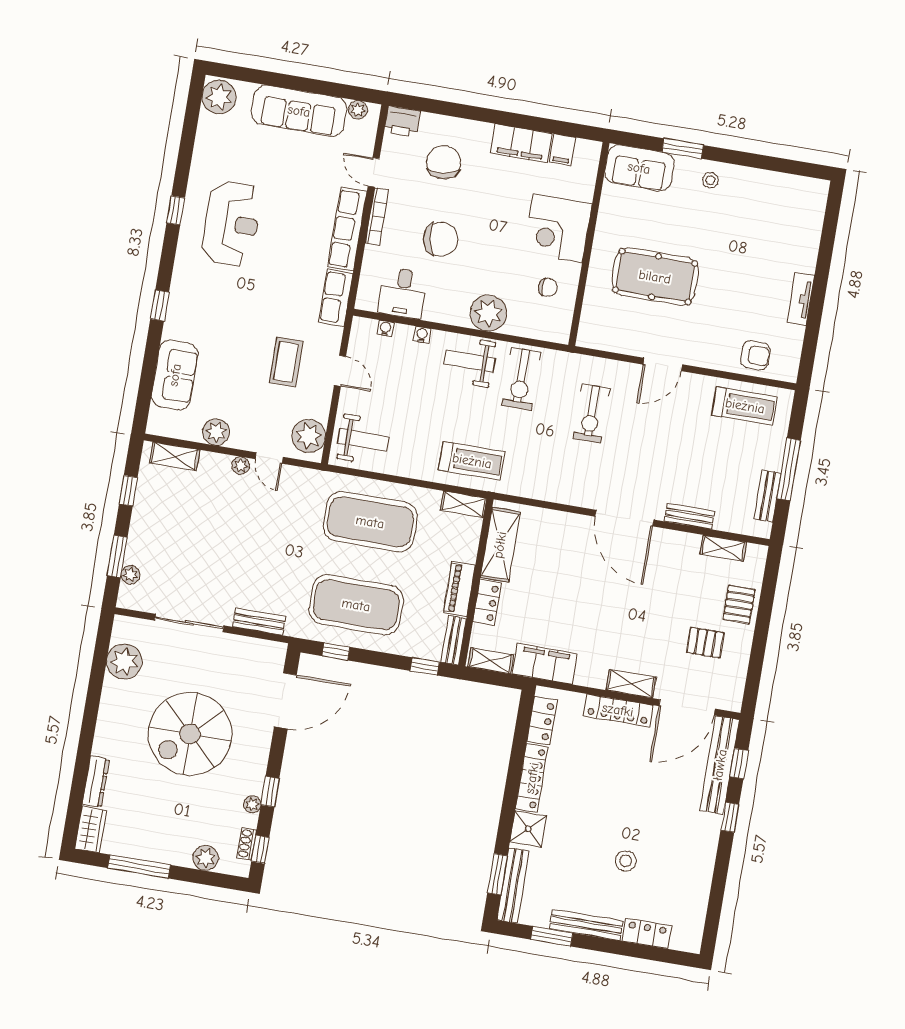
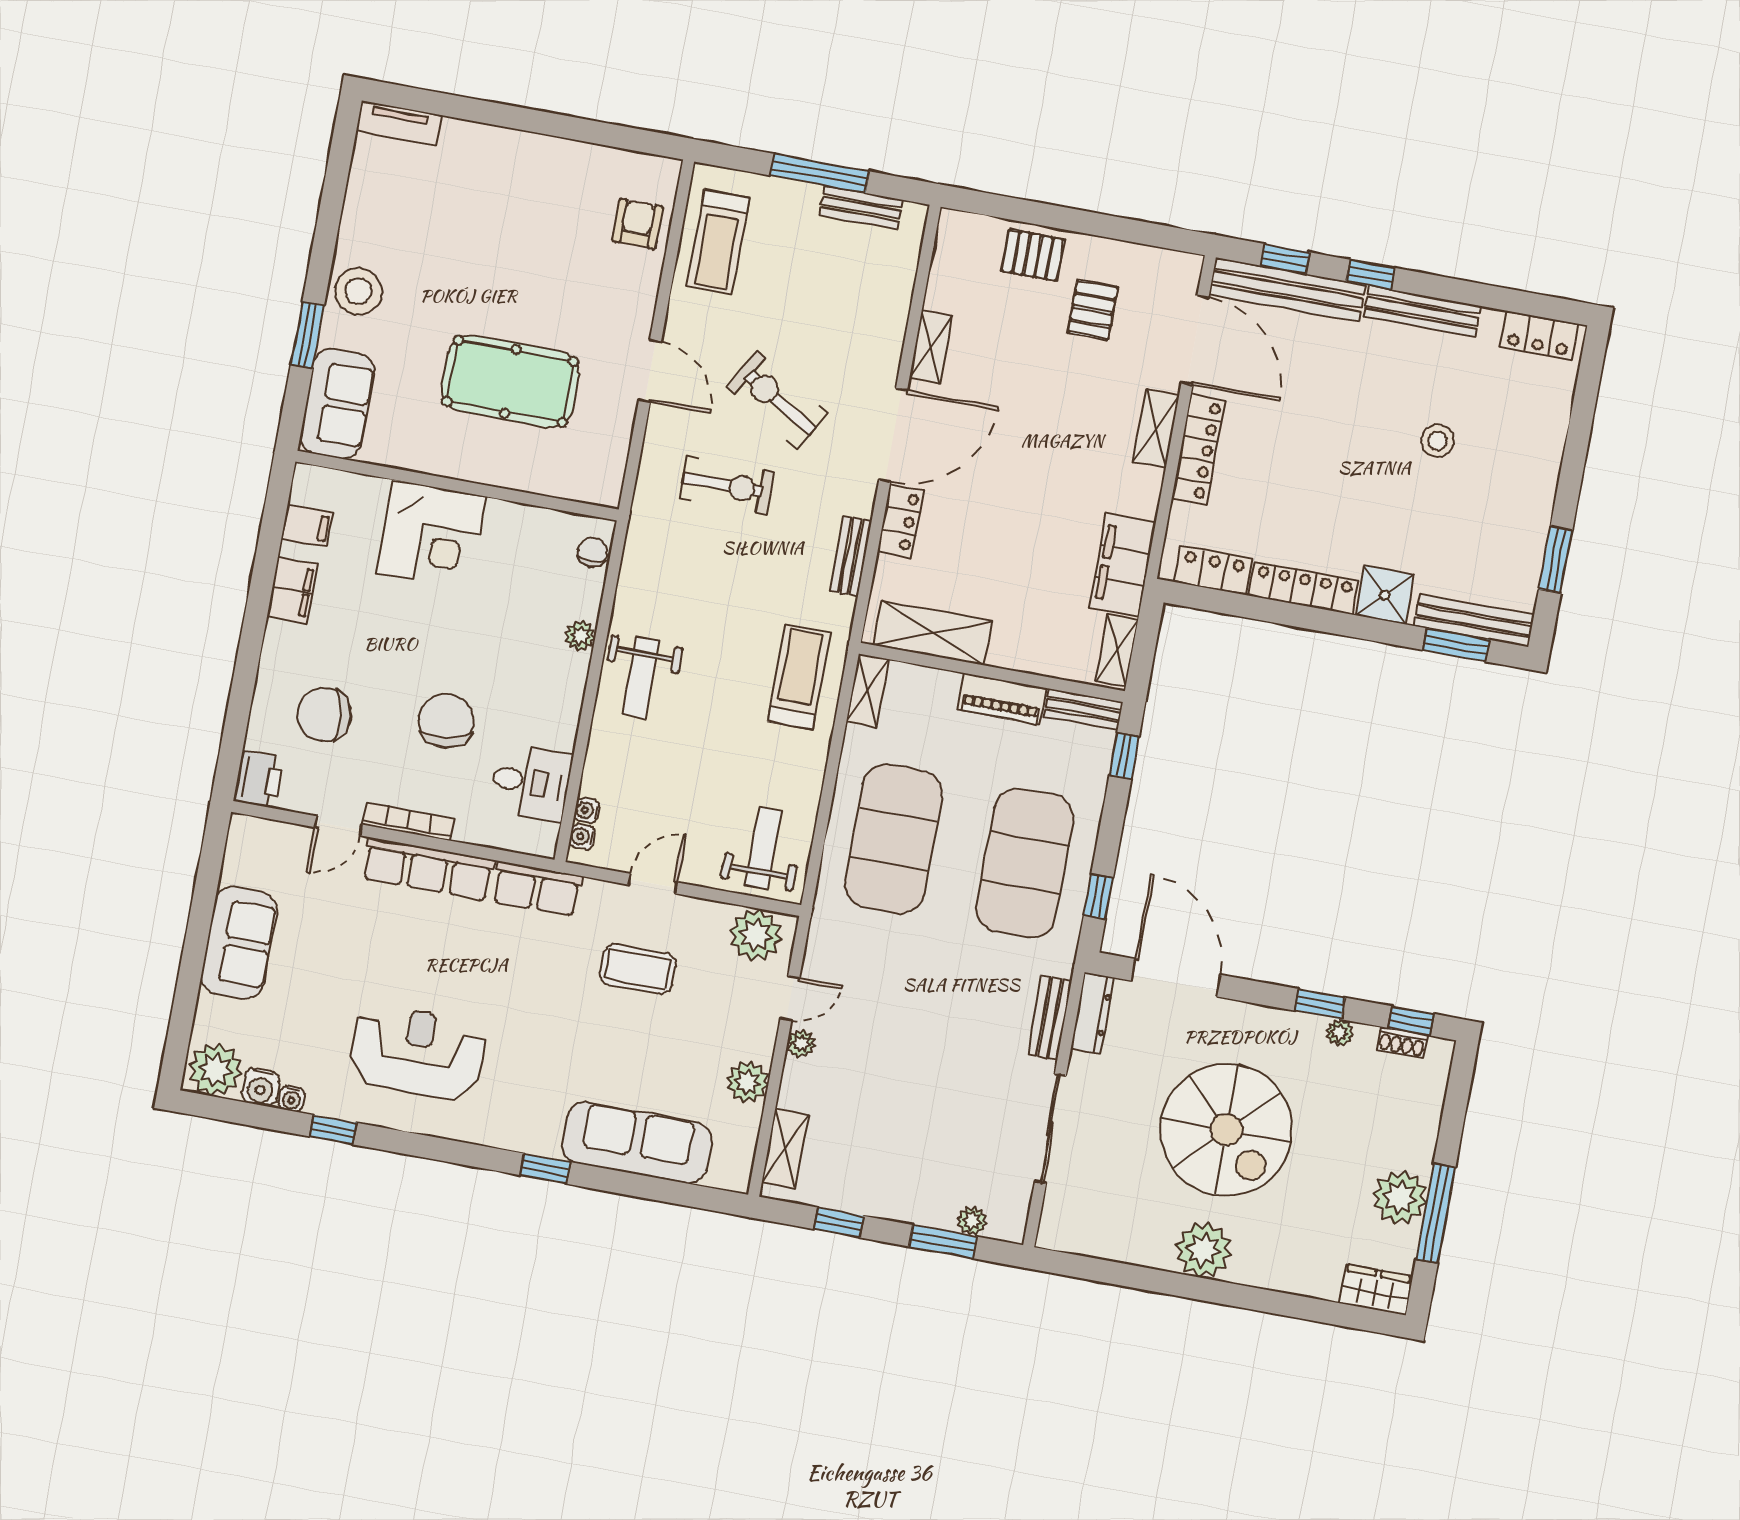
plant: (358, 110) -> (239, 849), removed
sofa: (299, 111) -> (239, 943), width x0.73
water cooler: (208, 126) -> (261, 1087), added
filing cabinet: (521, 143) -> (292, 590), width x0.67, depth x0.86
water cooler: (201, 145) -> (292, 1099), added
stool: (710, 180) -> (358, 291), width x1.89, depth x1.89
window: (176, 210) -> (333, 1130), moved
pool table: (655, 277) -> (510, 381), turned 90
chair: (548, 287) -> (592, 552), moved
tv unit: (801, 299) -> (399, 123), moved
plant: (488, 313) -> (580, 636), width x0.53, depth x0.53
water cooler: (422, 335) -> (582, 837), moved
sofa: (175, 375) -> (637, 1143), width x1.36
exercise bike: (521, 379) -> (777, 400), moved, turned -149
treadmill: (745, 406) -> (718, 242), turned 180
bench: (690, 516) -> (851, 556), moved
shelving: (723, 548) -> (931, 347), moved
locker: (487, 602) -> (901, 521), moved, turned 90
plant: (124, 662) -> (1203, 1250), moved
dresser: (96, 782) -> (1093, 1013), moved, turned 90
plant: (205, 858) -> (1400, 1198), moved, width x1.36, depth x1.36
bench: (586, 925) -> (1422, 311), moved, turned 90
locker: (647, 933) -> (1539, 335), moved, turned -90

